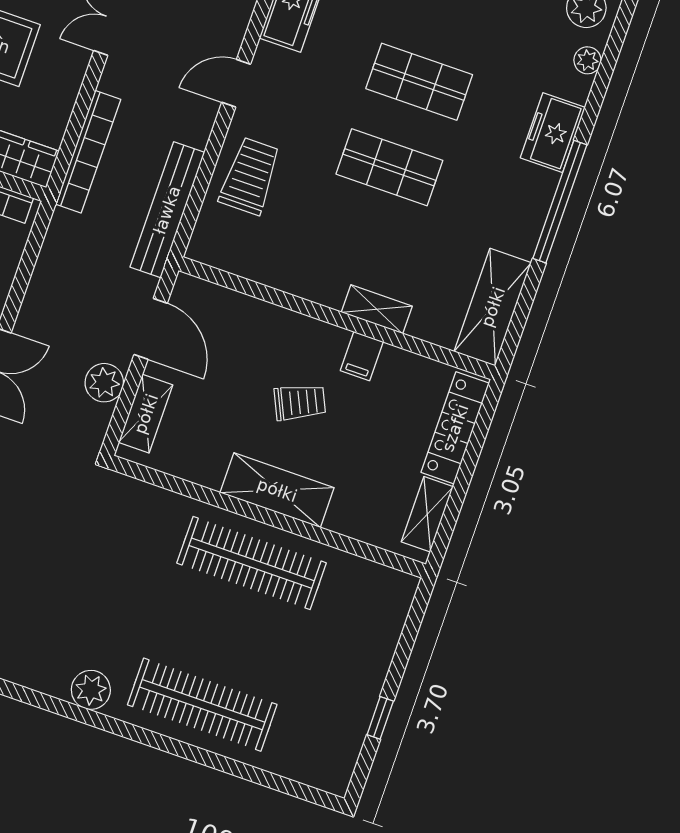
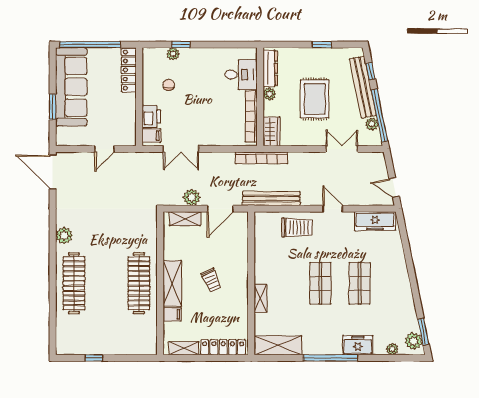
bookcase: (88, 152) -> (261, 158), moved
filing cabinet: (362, 356) -> (172, 314), moved, turned 180

